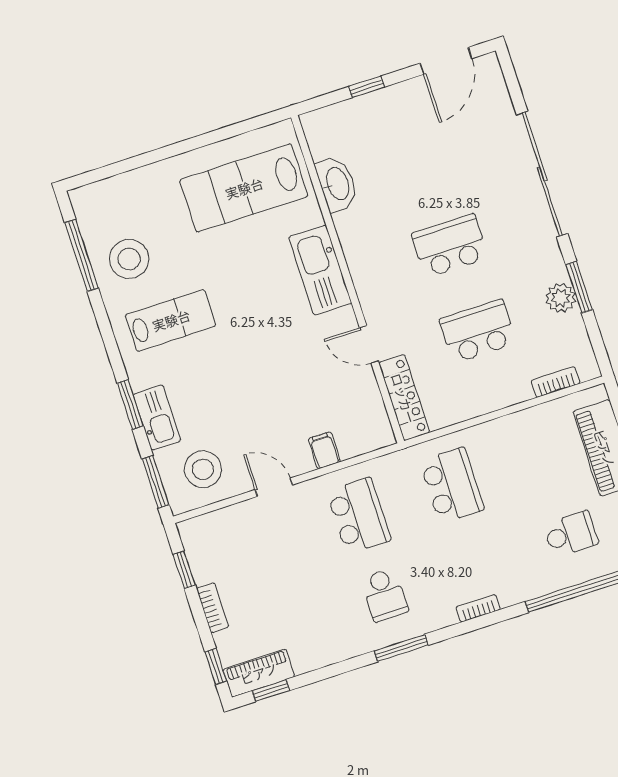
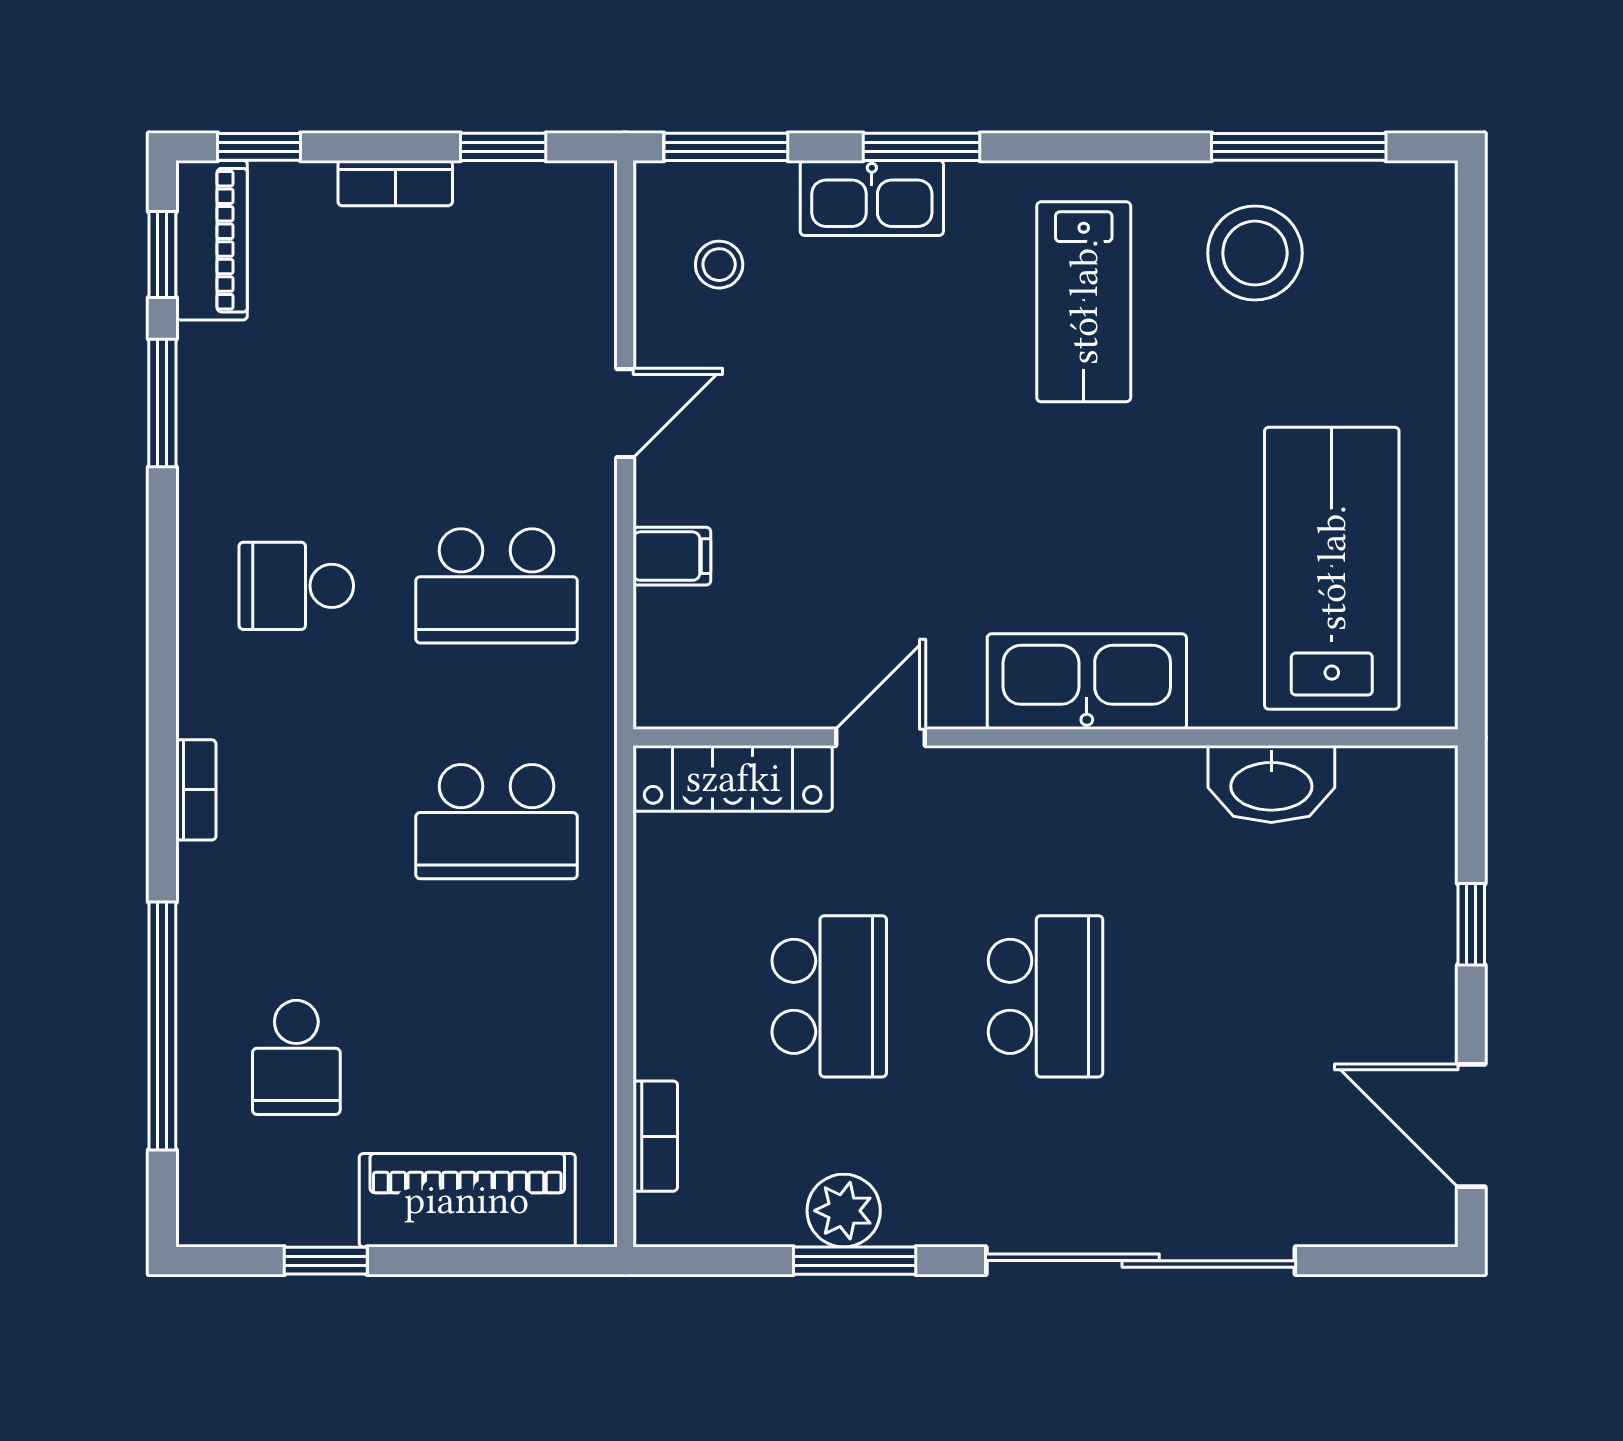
stool: (203, 469) -> (719, 265), width x0.53, depth x0.53
window: (401, 648) -> (162, 403), moved

